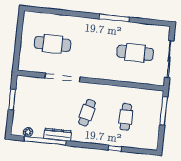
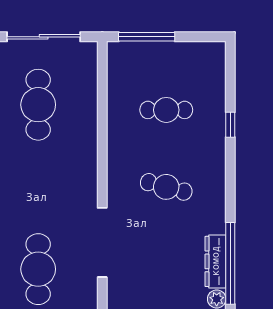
dresser: (58, 135) -> (215, 261), moved

